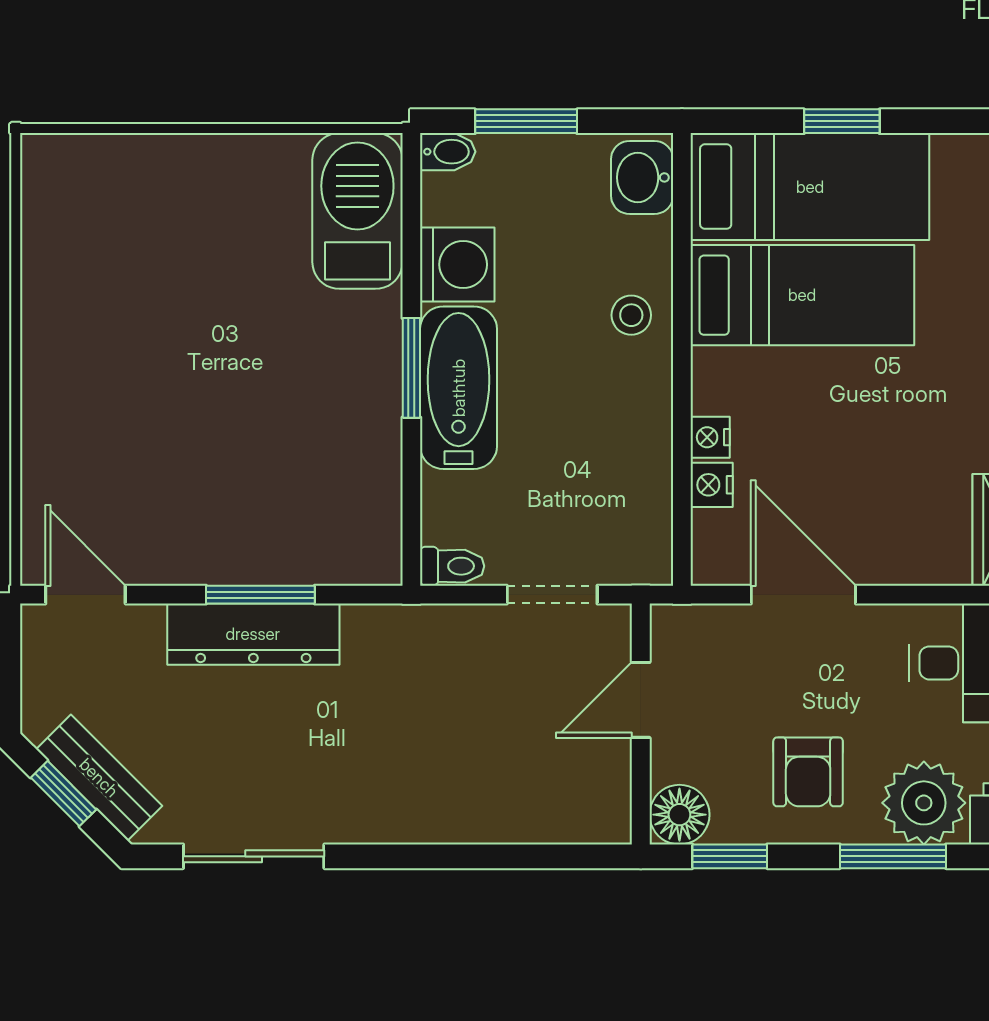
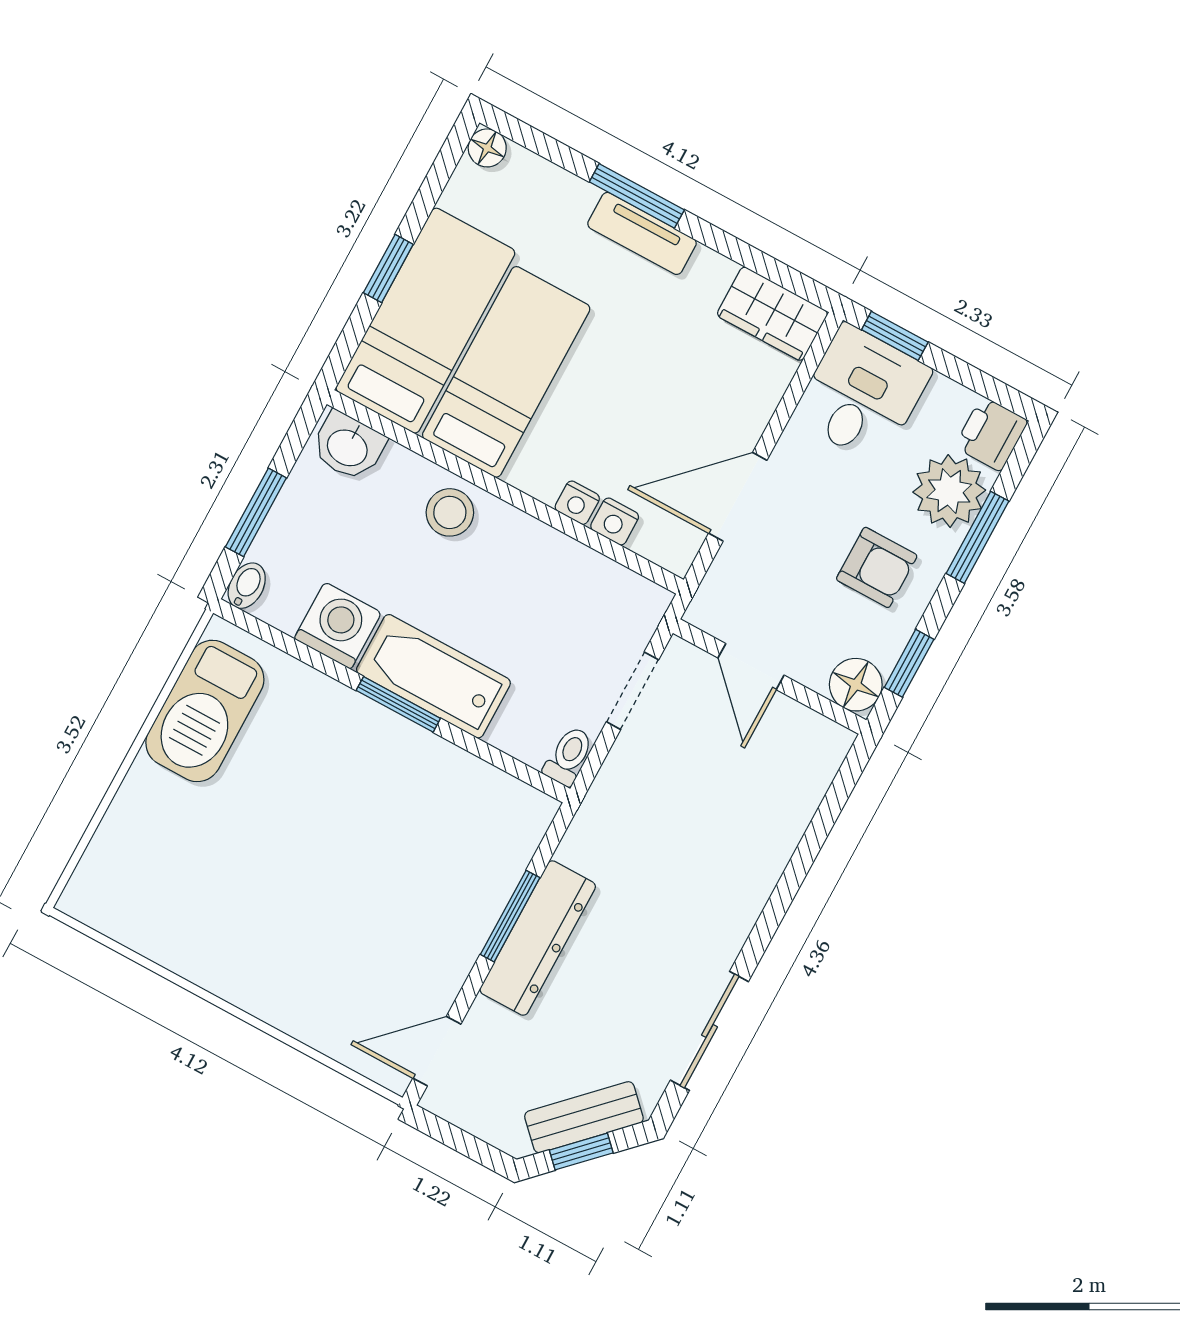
barbecue: (357, 211) -> (205, 711), moved, turned -90
stool: (631, 315) -> (450, 512), width x1.37, depth x1.37

